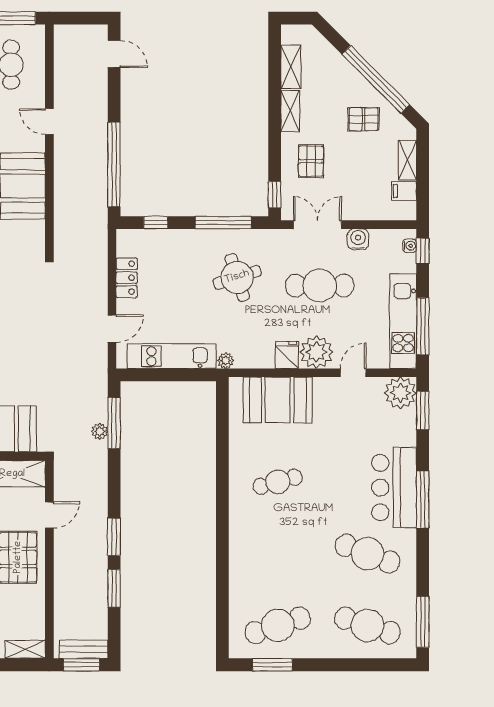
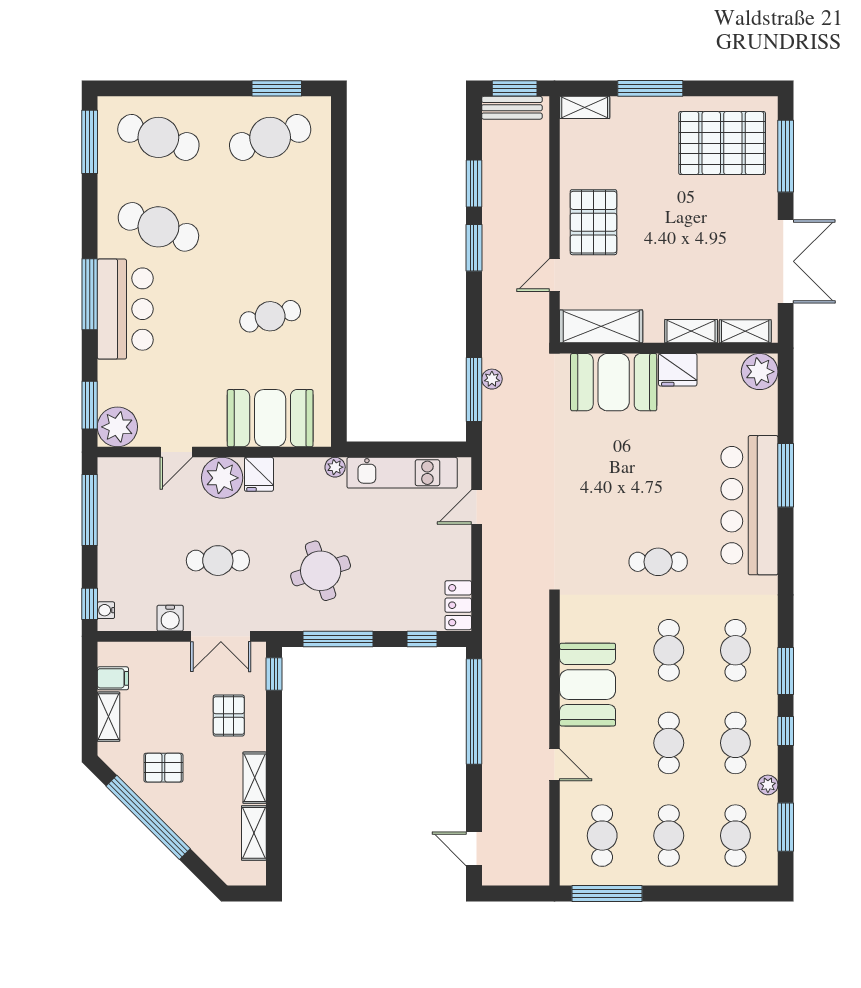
locker: (127, 278) -> (458, 605), moved
cafe table: (320, 286) -> (218, 561), width x0.73, depth x0.74
kitchen unit: (403, 321) -> (114, 516), removed

